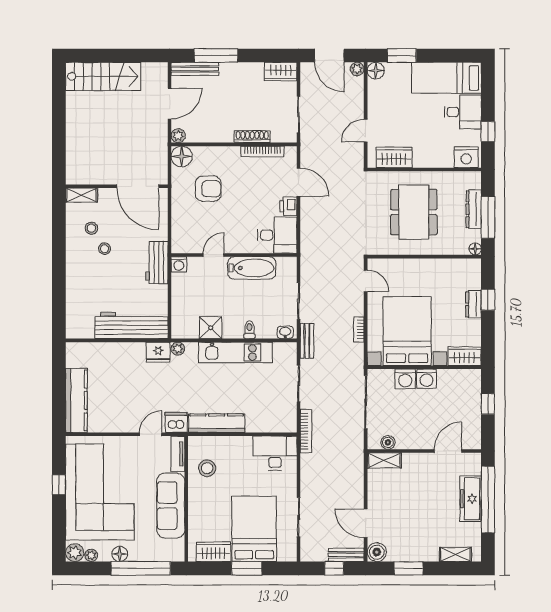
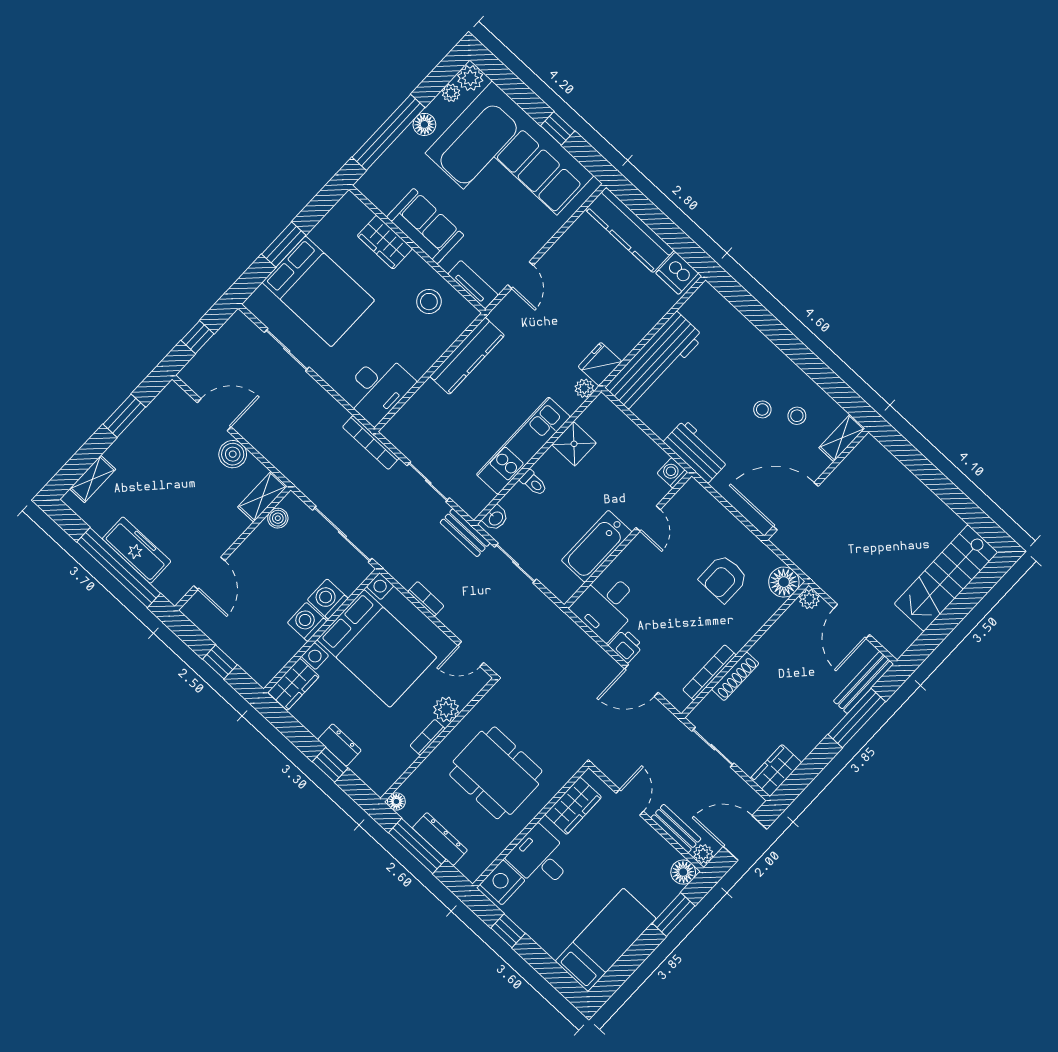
desk: (463, 112) -> (540, 858), moved, turned 90
bookcase: (428, 263) -> (428, 737), added
plant: (405, 267) -> (446, 709), added
dishwasher: (176, 422) -> (677, 273), moved, turned 90
sofa: (171, 506) -> (425, 226), width x0.73
wardrobe: (213, 552) -> (385, 242), moved, turned 90
boiler: (377, 552) -> (233, 454), moved
bench: (346, 555) -> (676, 828), moved, turned 90

